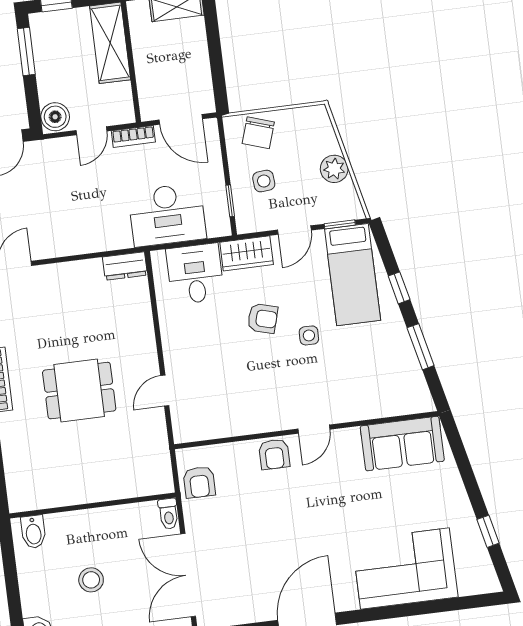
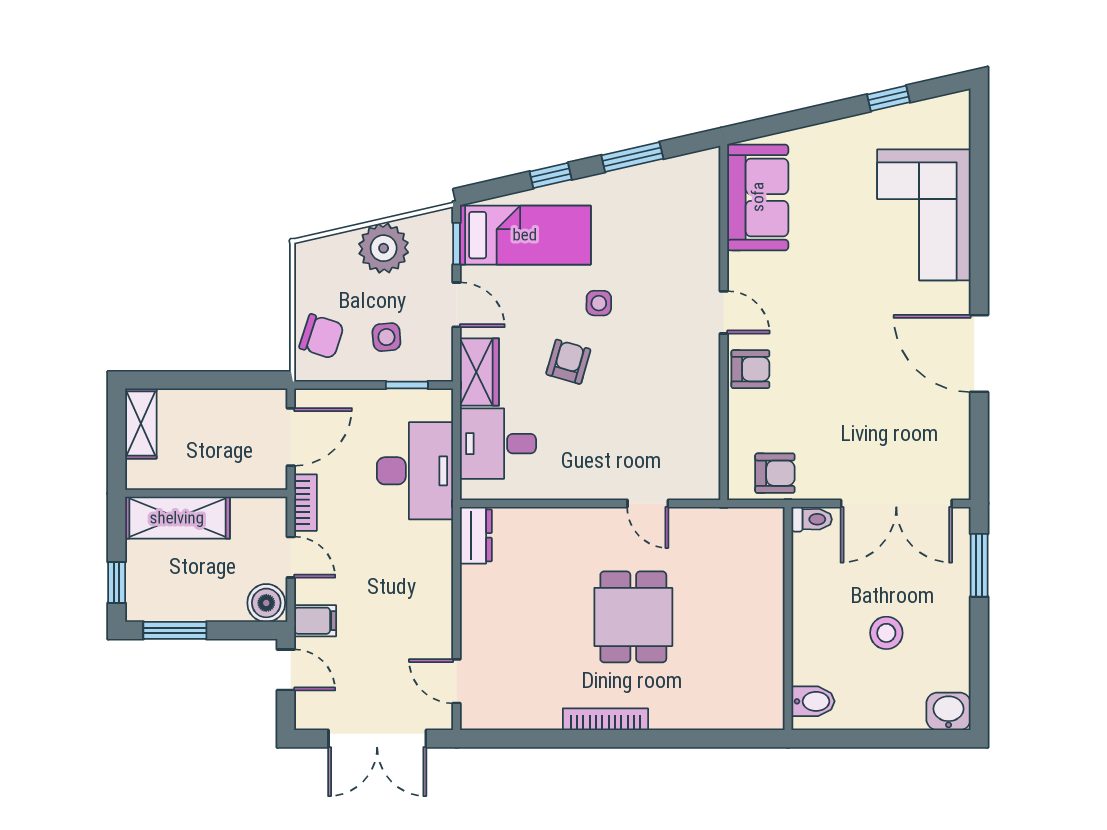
filing cabinet: (47, 155) -> (315, 621), added
plant: (334, 169) -> (384, 248), width x1.36, depth x1.36

